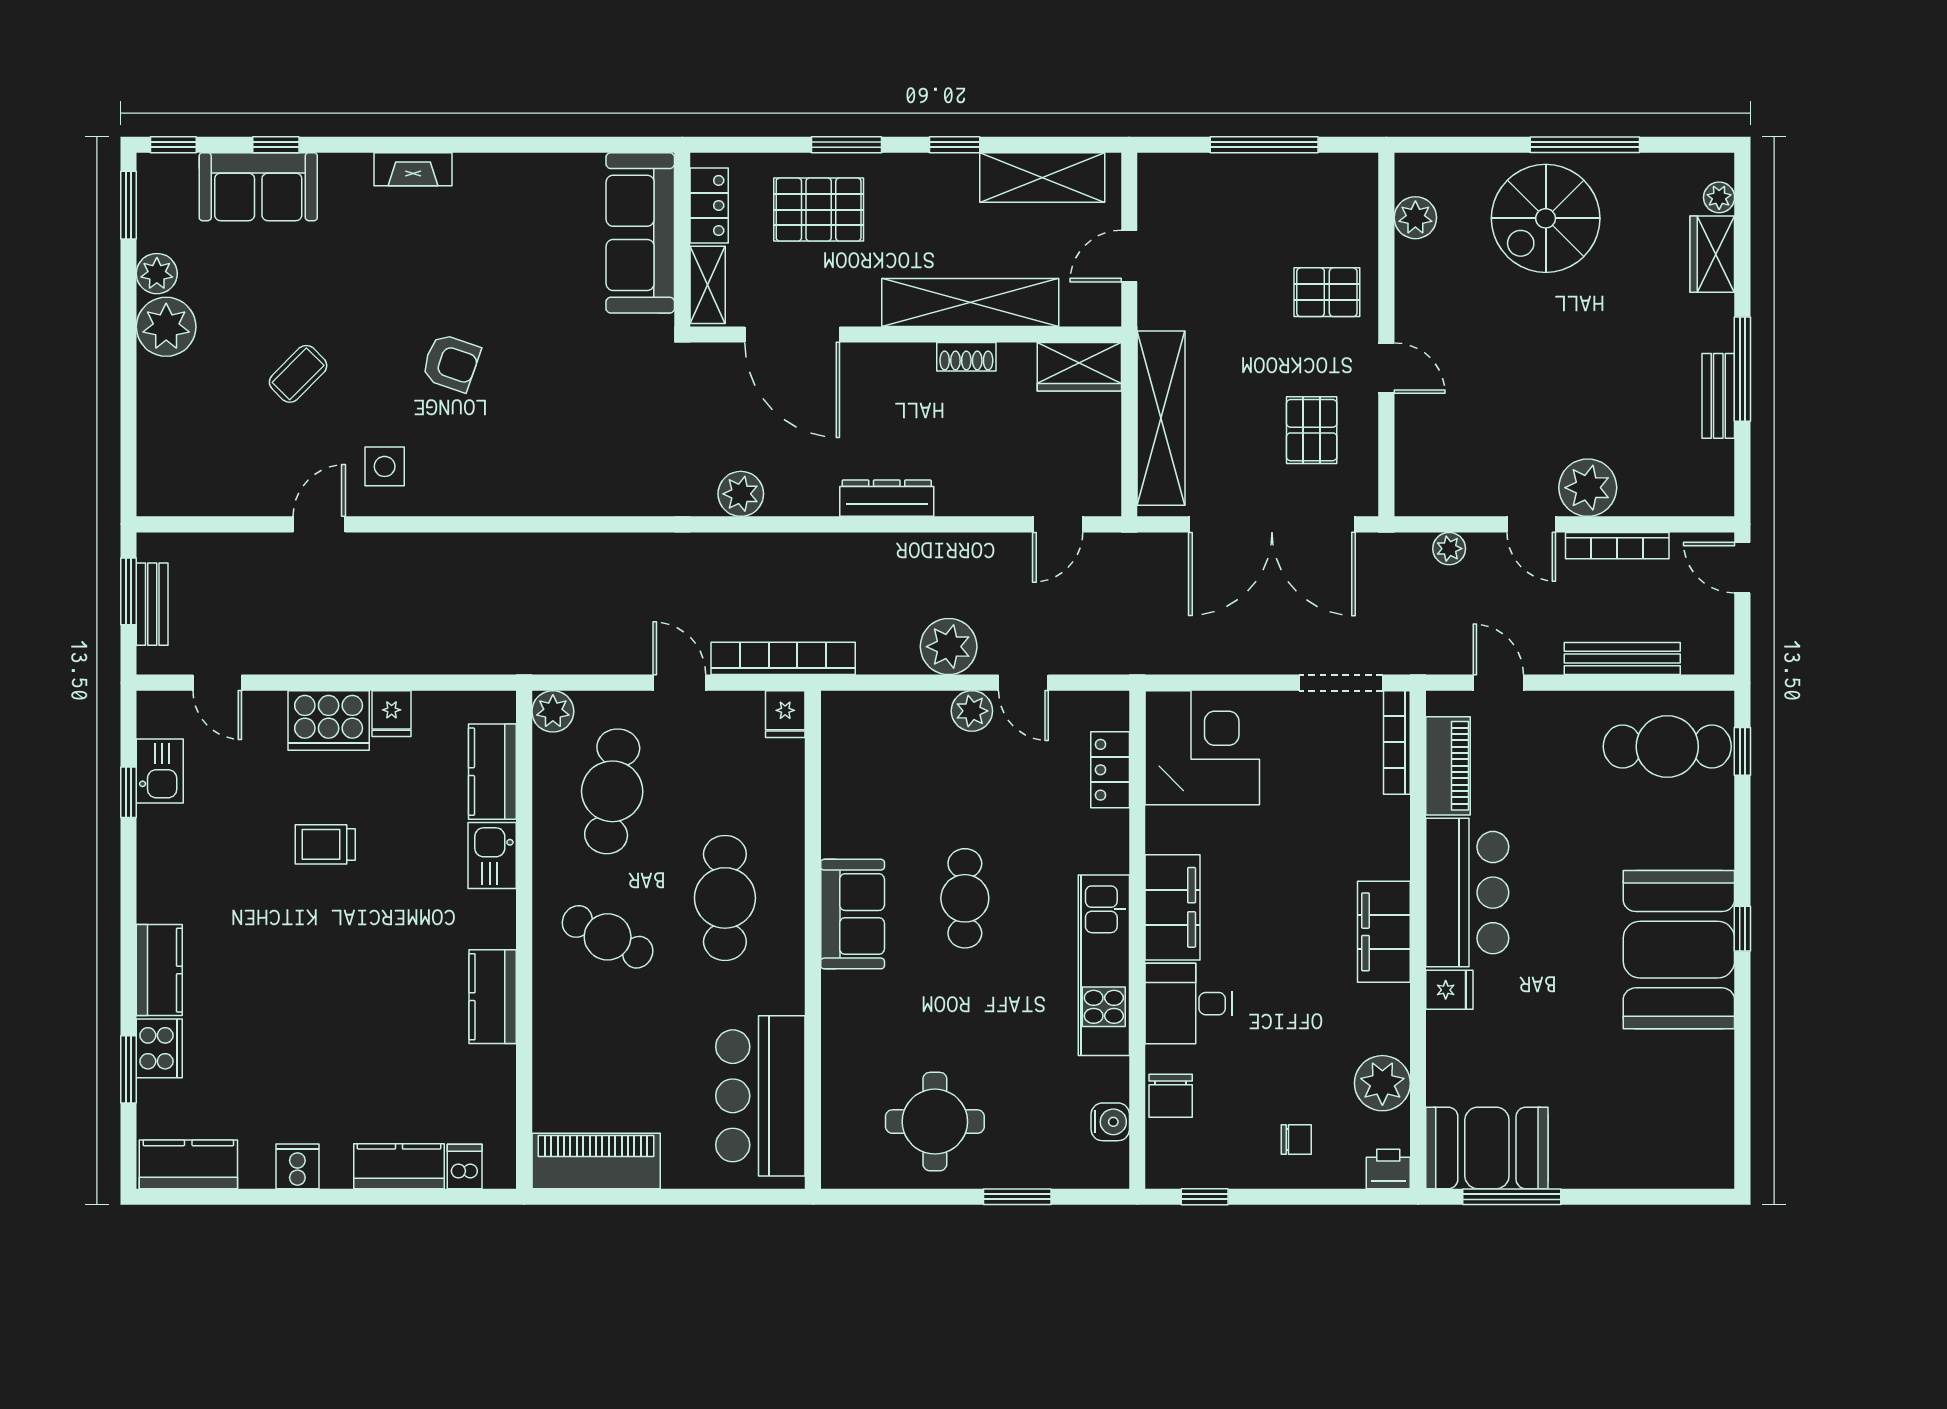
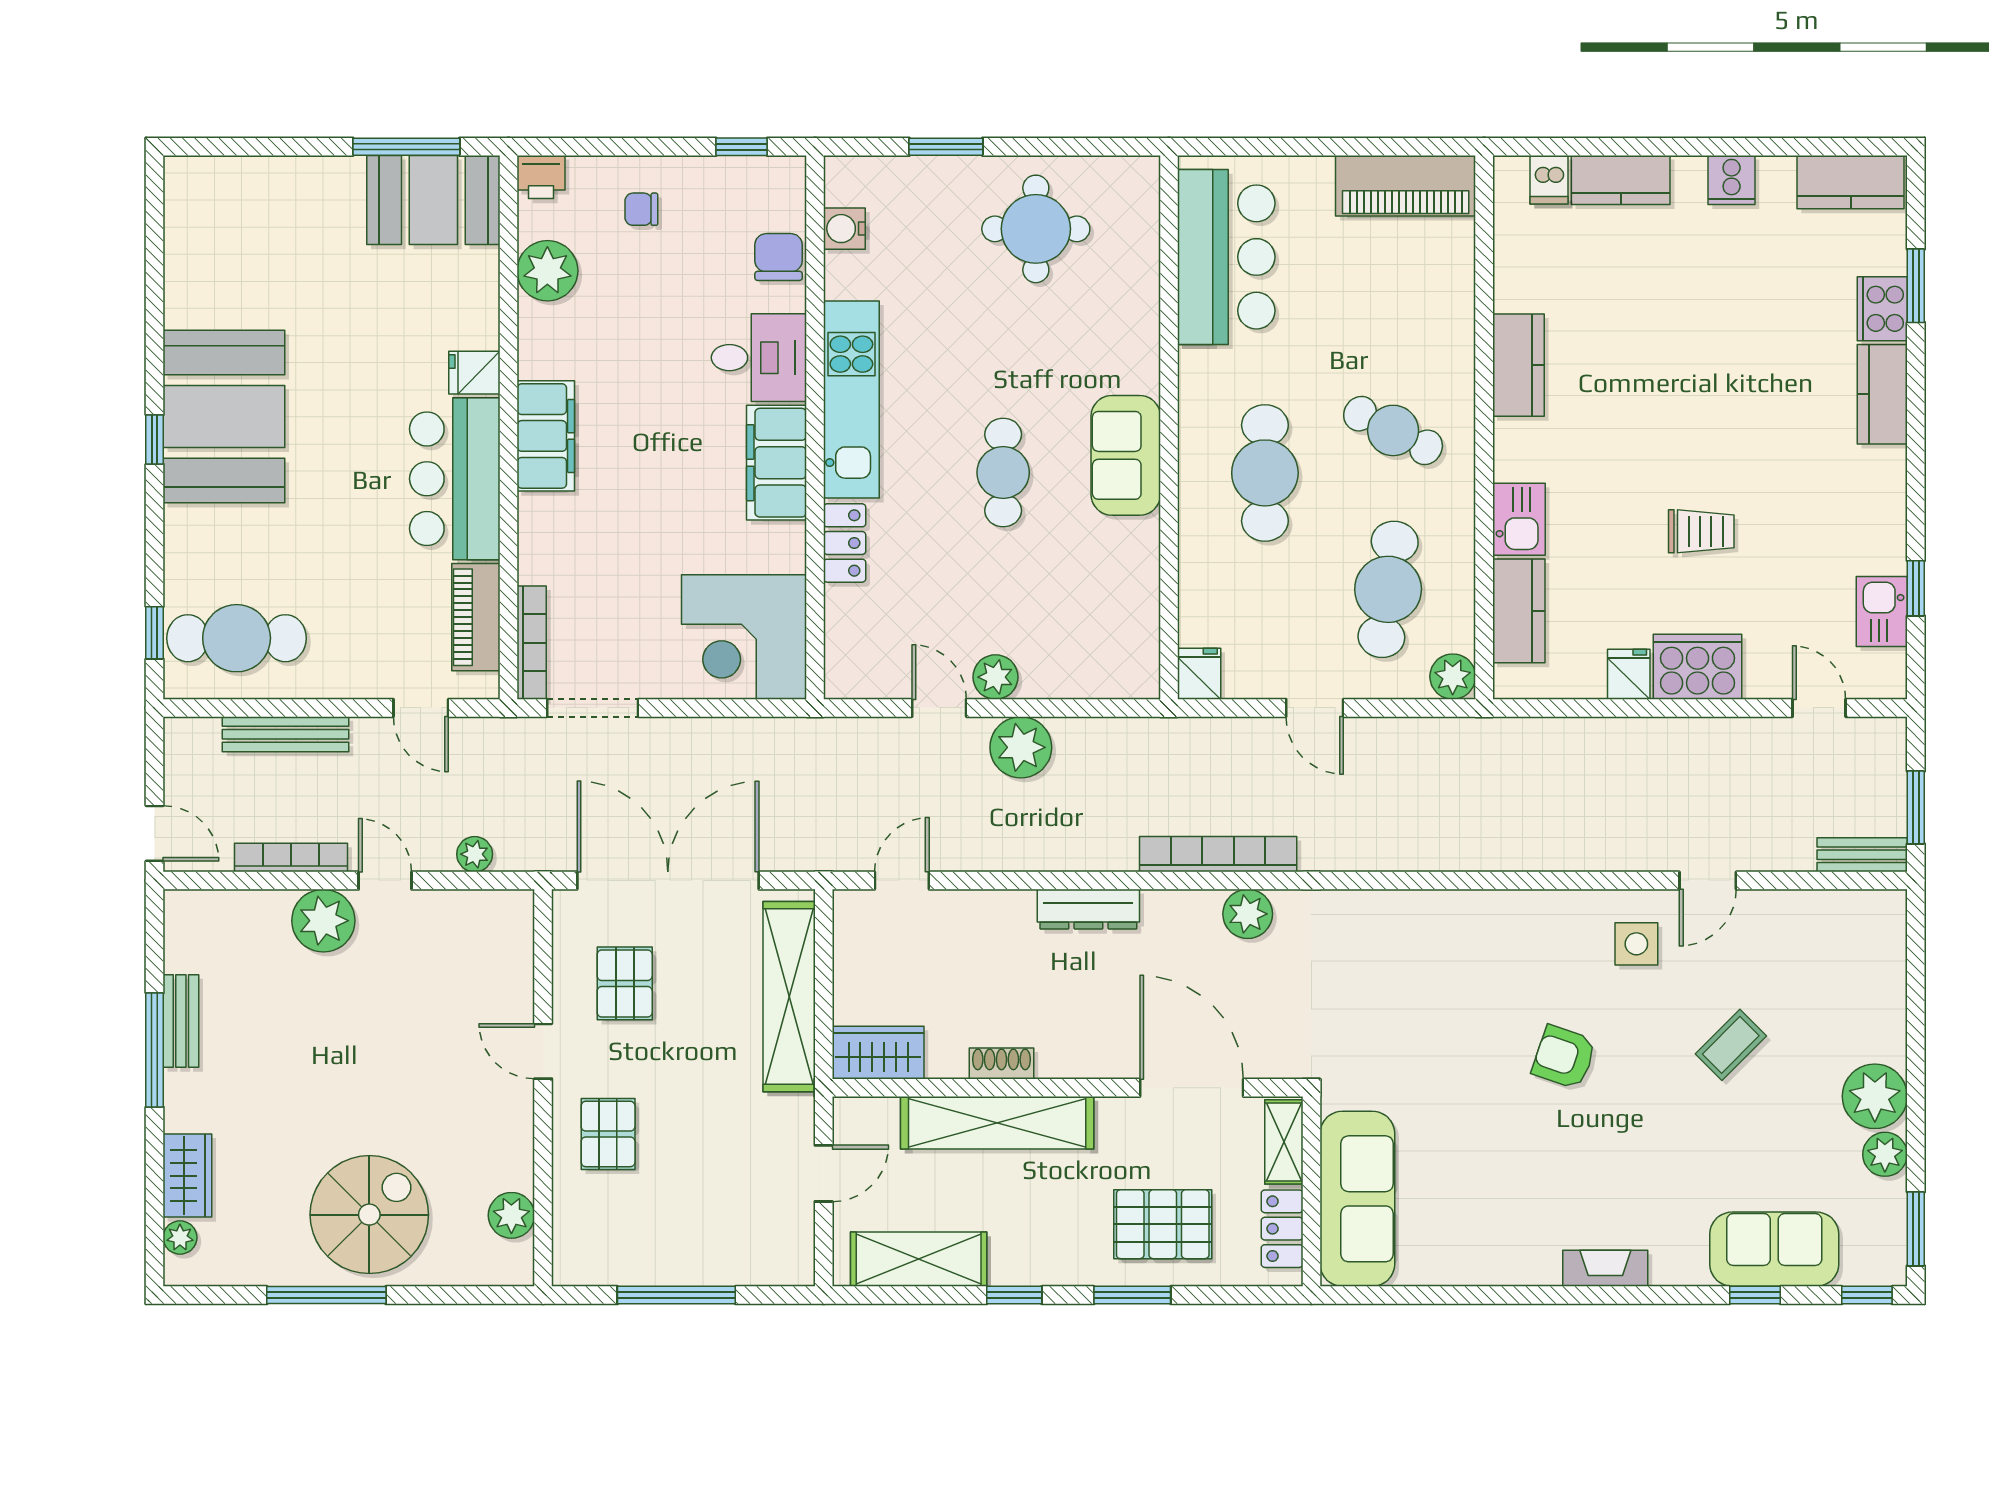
pallet: (1327, 292) -> (608, 1134), turned 90
bench: (152, 604) -> (1862, 855), moved, turned 90
bookcase: (783, 658) -> (1218, 854), moved, turned 180
locker: (1110, 770) -> (845, 543), moved

